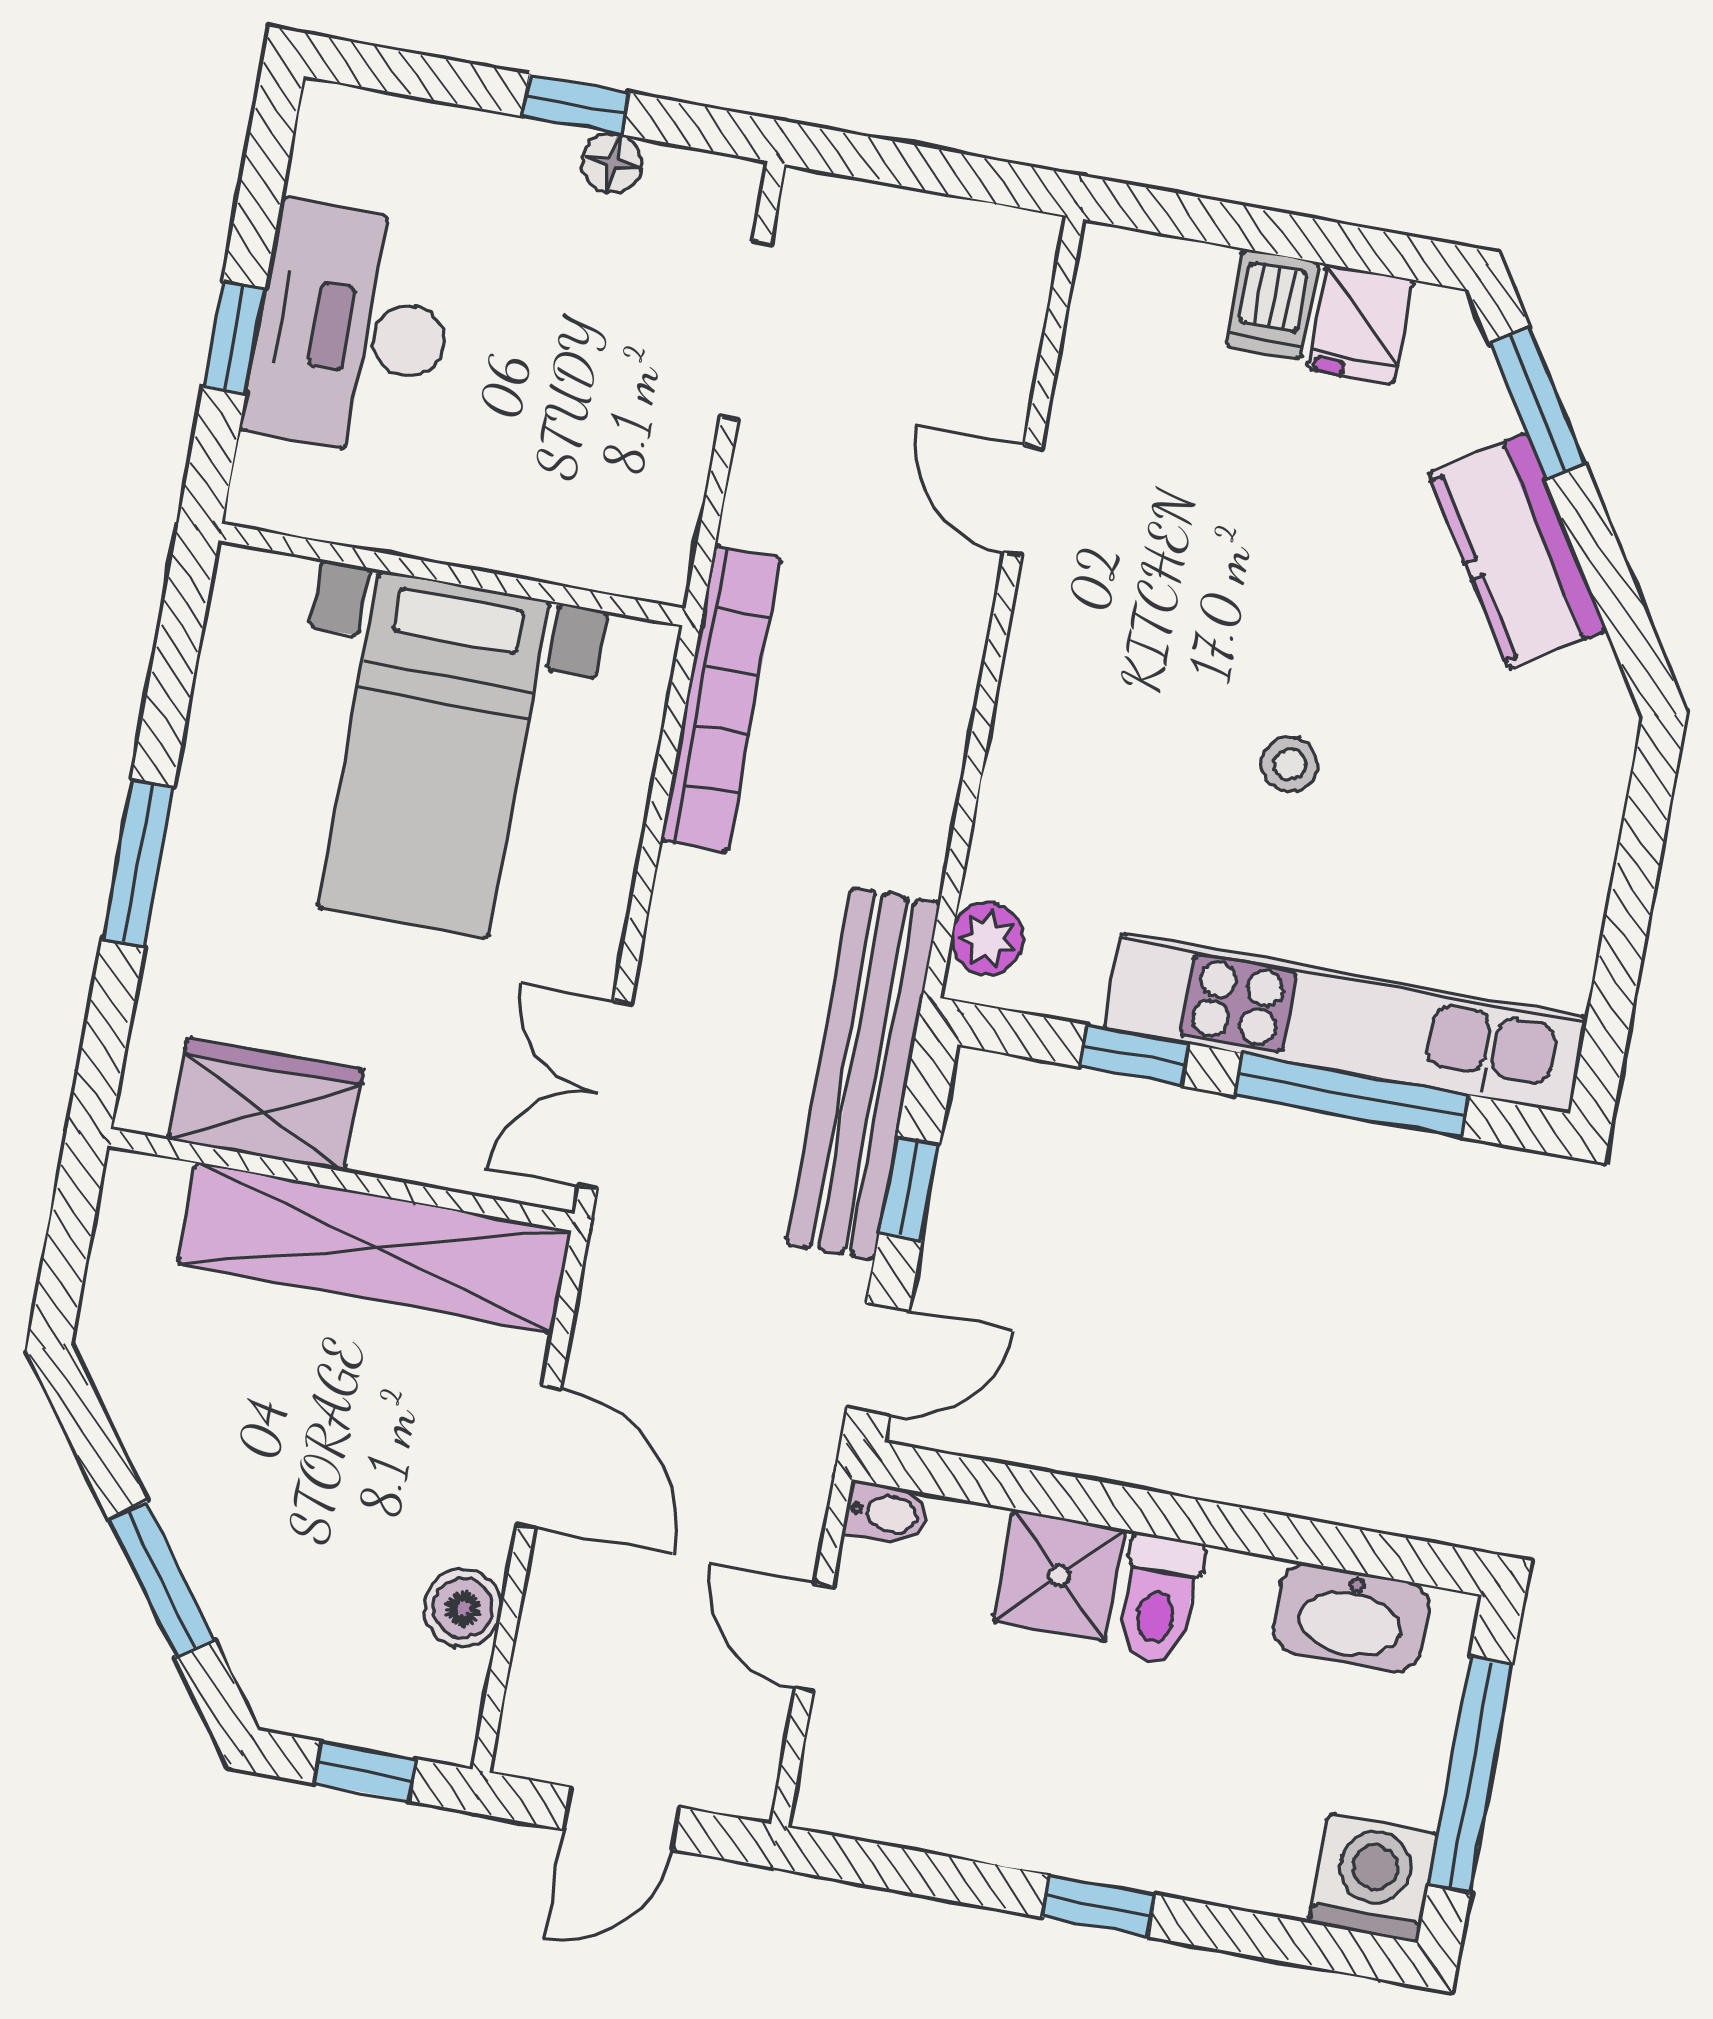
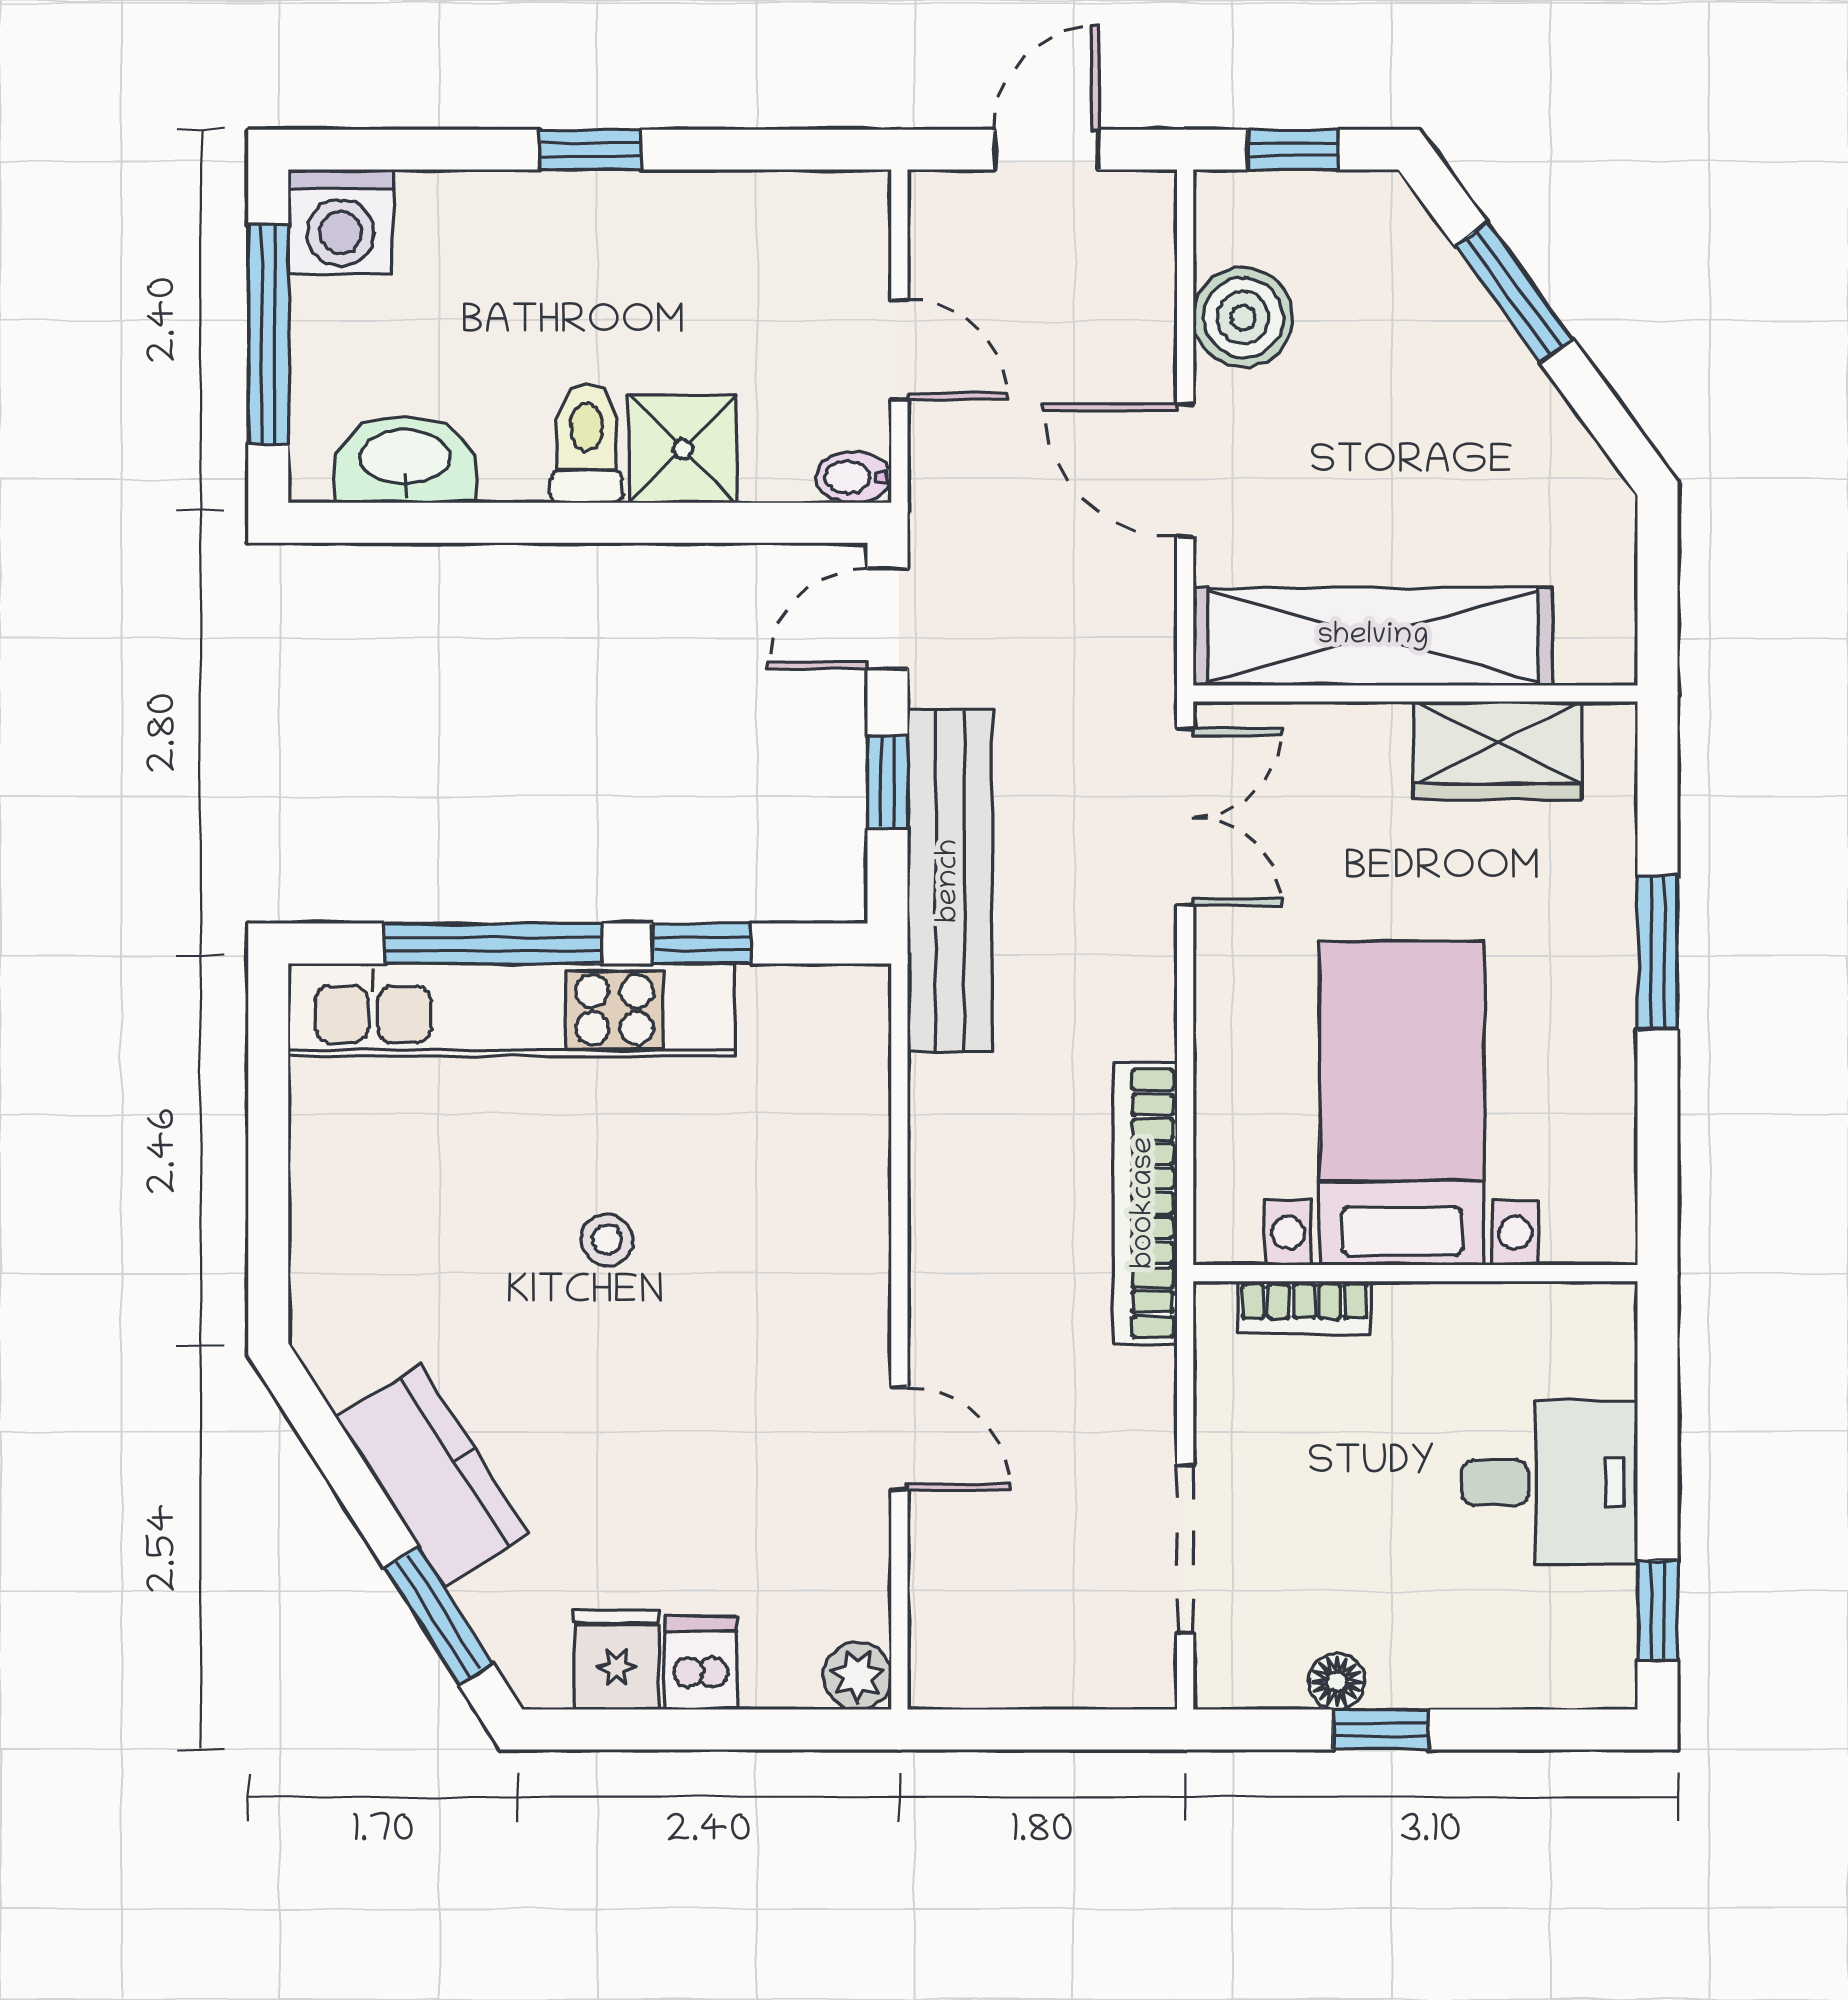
desk: (352, 330) -> (1550, 1483), width x0.73
window: (234, 337) -> (1658, 1610), moved
bookcase: (575, 560) -> (1304, 1308), added
plant: (988, 938) -> (857, 1676), moved
boiler: (463, 1608) -> (1243, 317), width x1.36, depth x1.36

